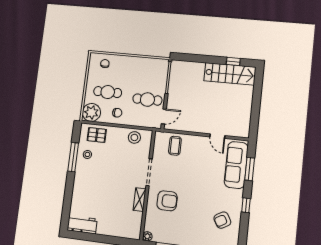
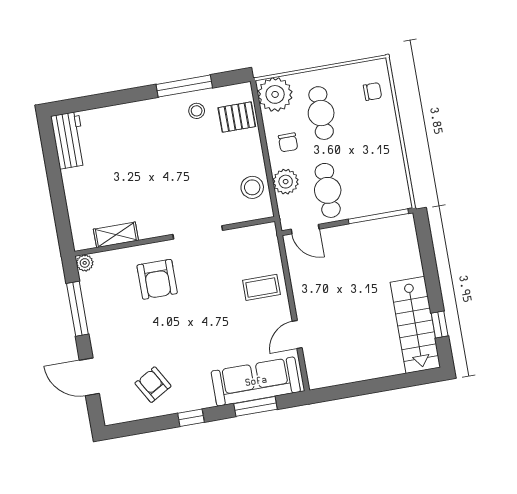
plant: (137, 120) -> (286, 182), added
pallet: (97, 135) -> (237, 117), turned 90
coffee table: (175, 146) -> (261, 287), moved
shelving: (139, 200) -> (116, 235), moved

